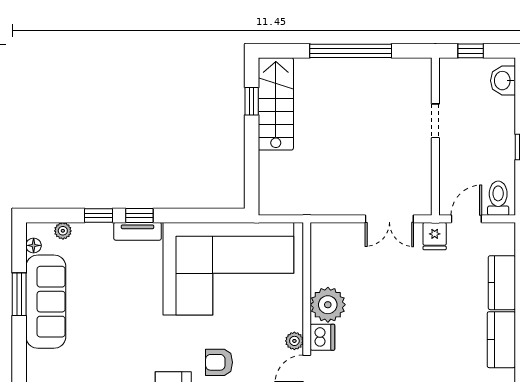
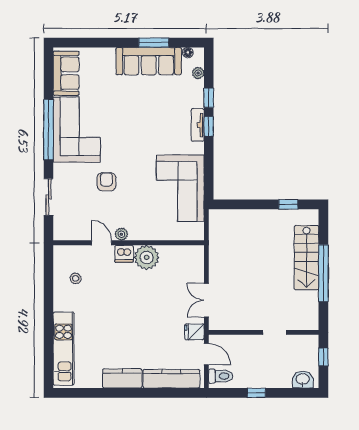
stairs: (276, 104) -> (306, 258), moved, turned 90
corner sofa: (228, 269) -> (180, 188), width x0.73, depth x0.74
kitchen counter: (502, 283) -> (171, 379), width x1.50

